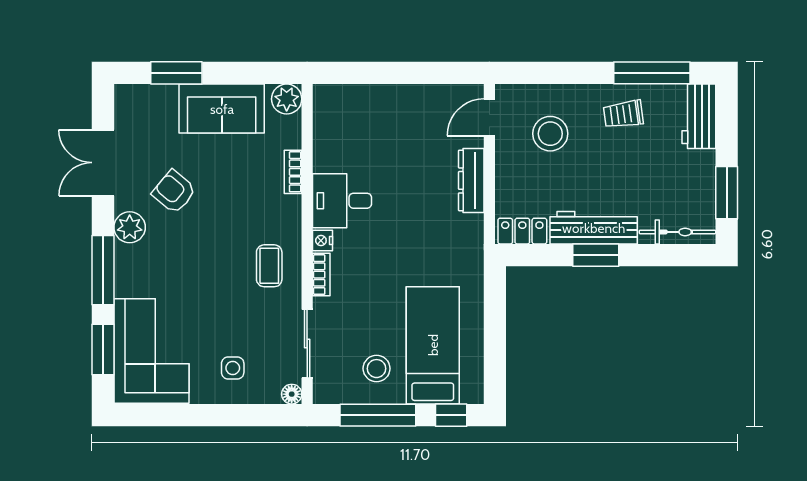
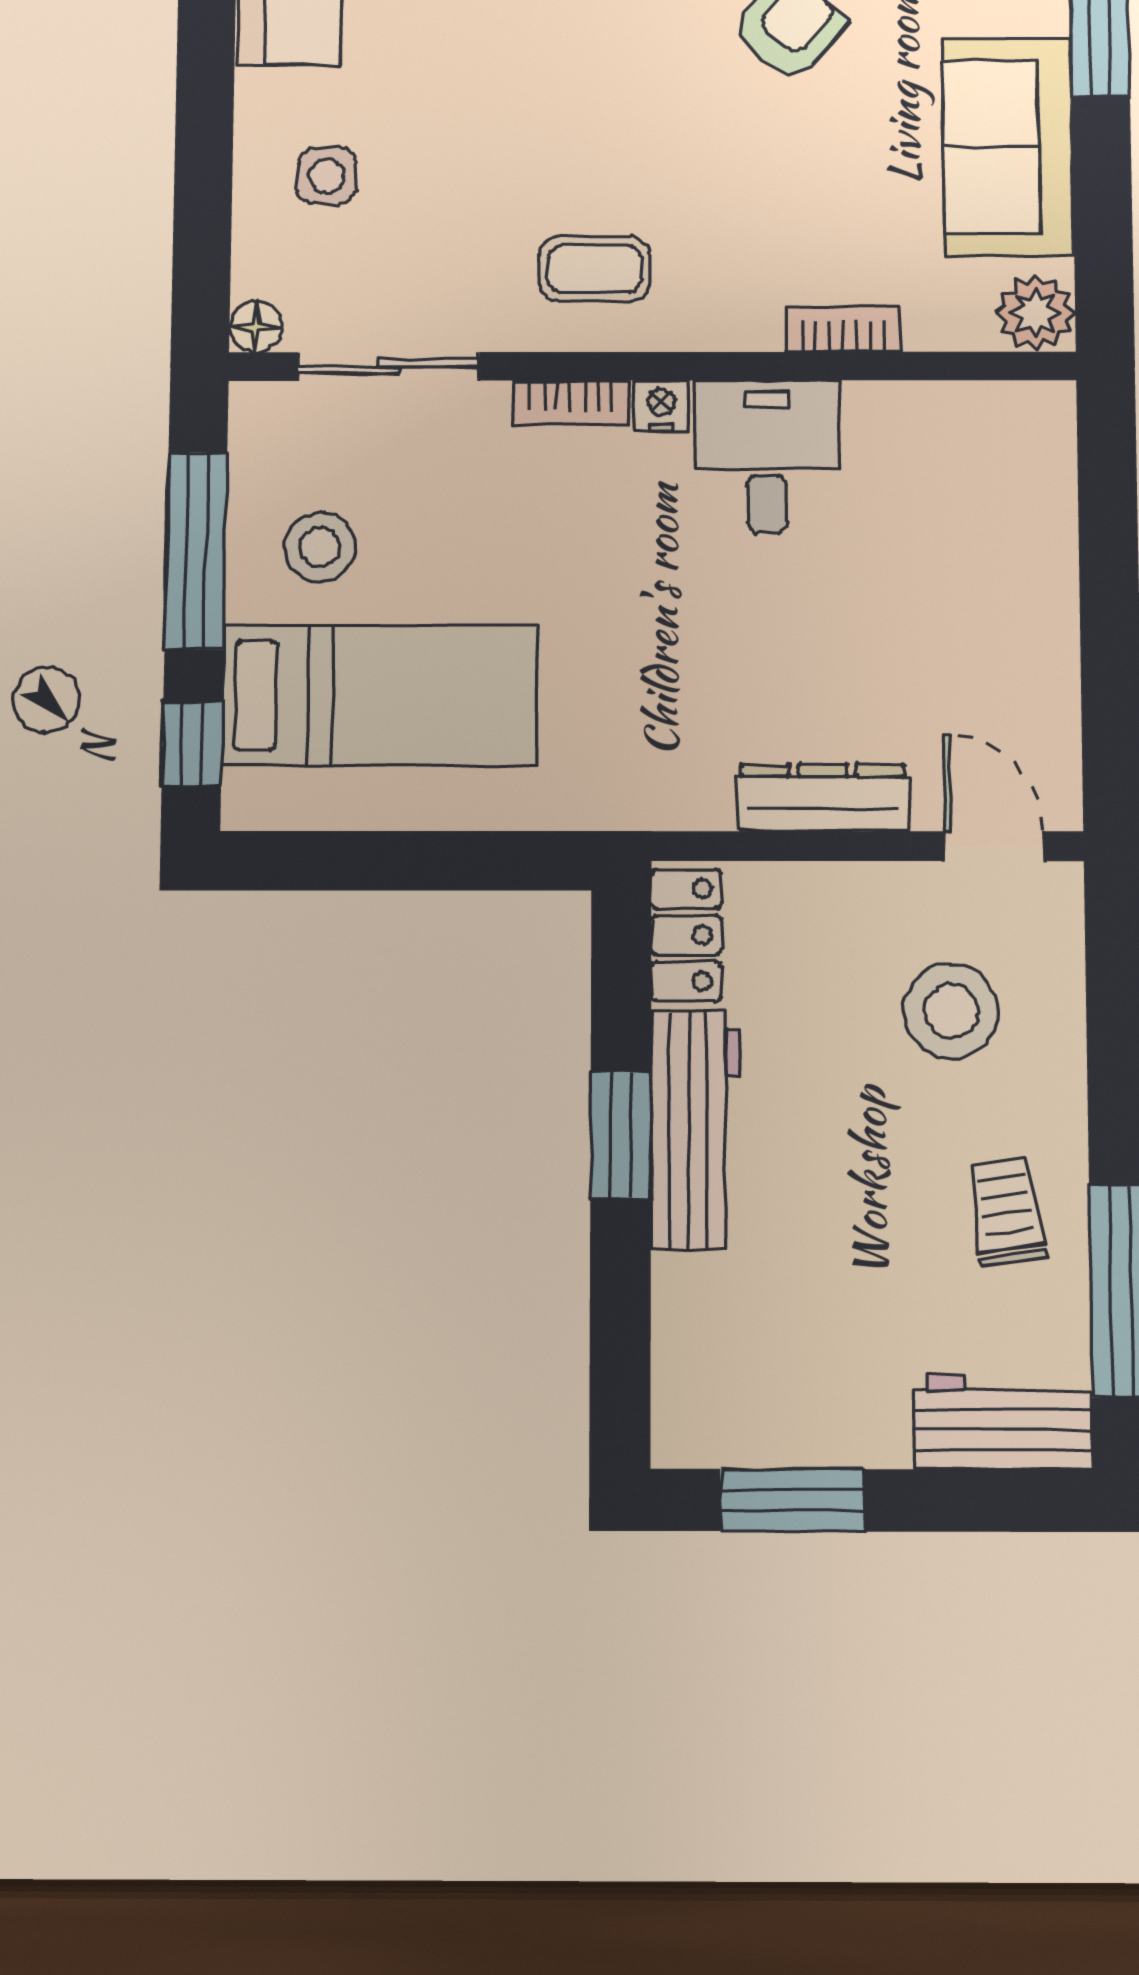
bicycle: (677, 232) -> (684, 1362), removed

